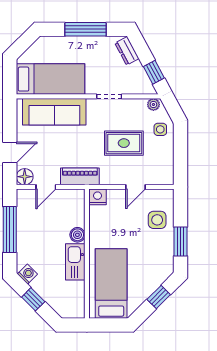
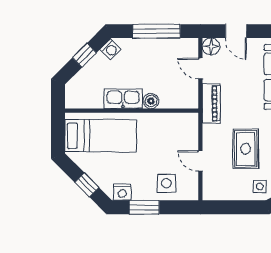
nightstand: (97, 197) -> (122, 192), moved, turned 90

